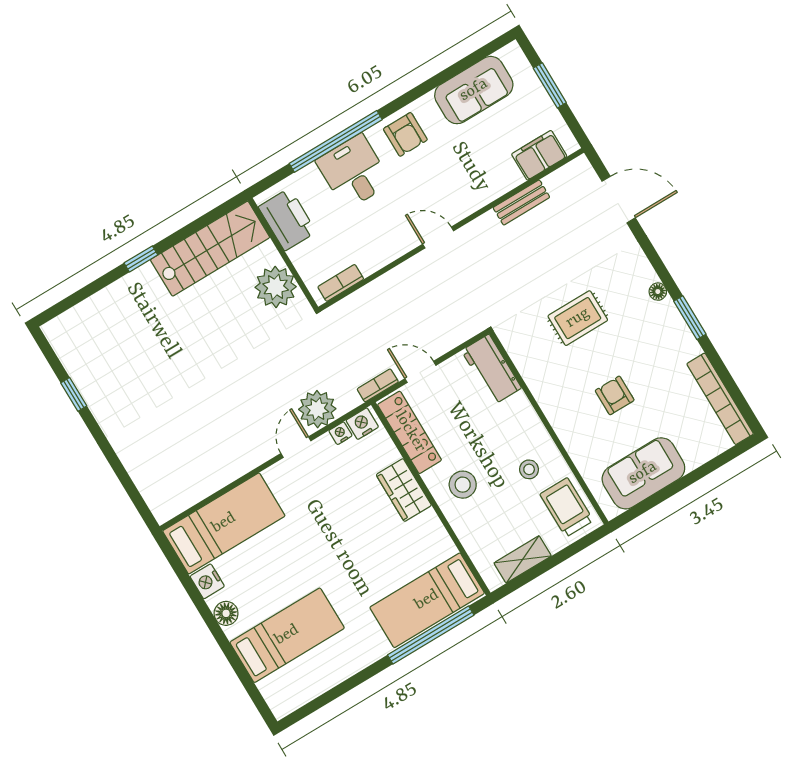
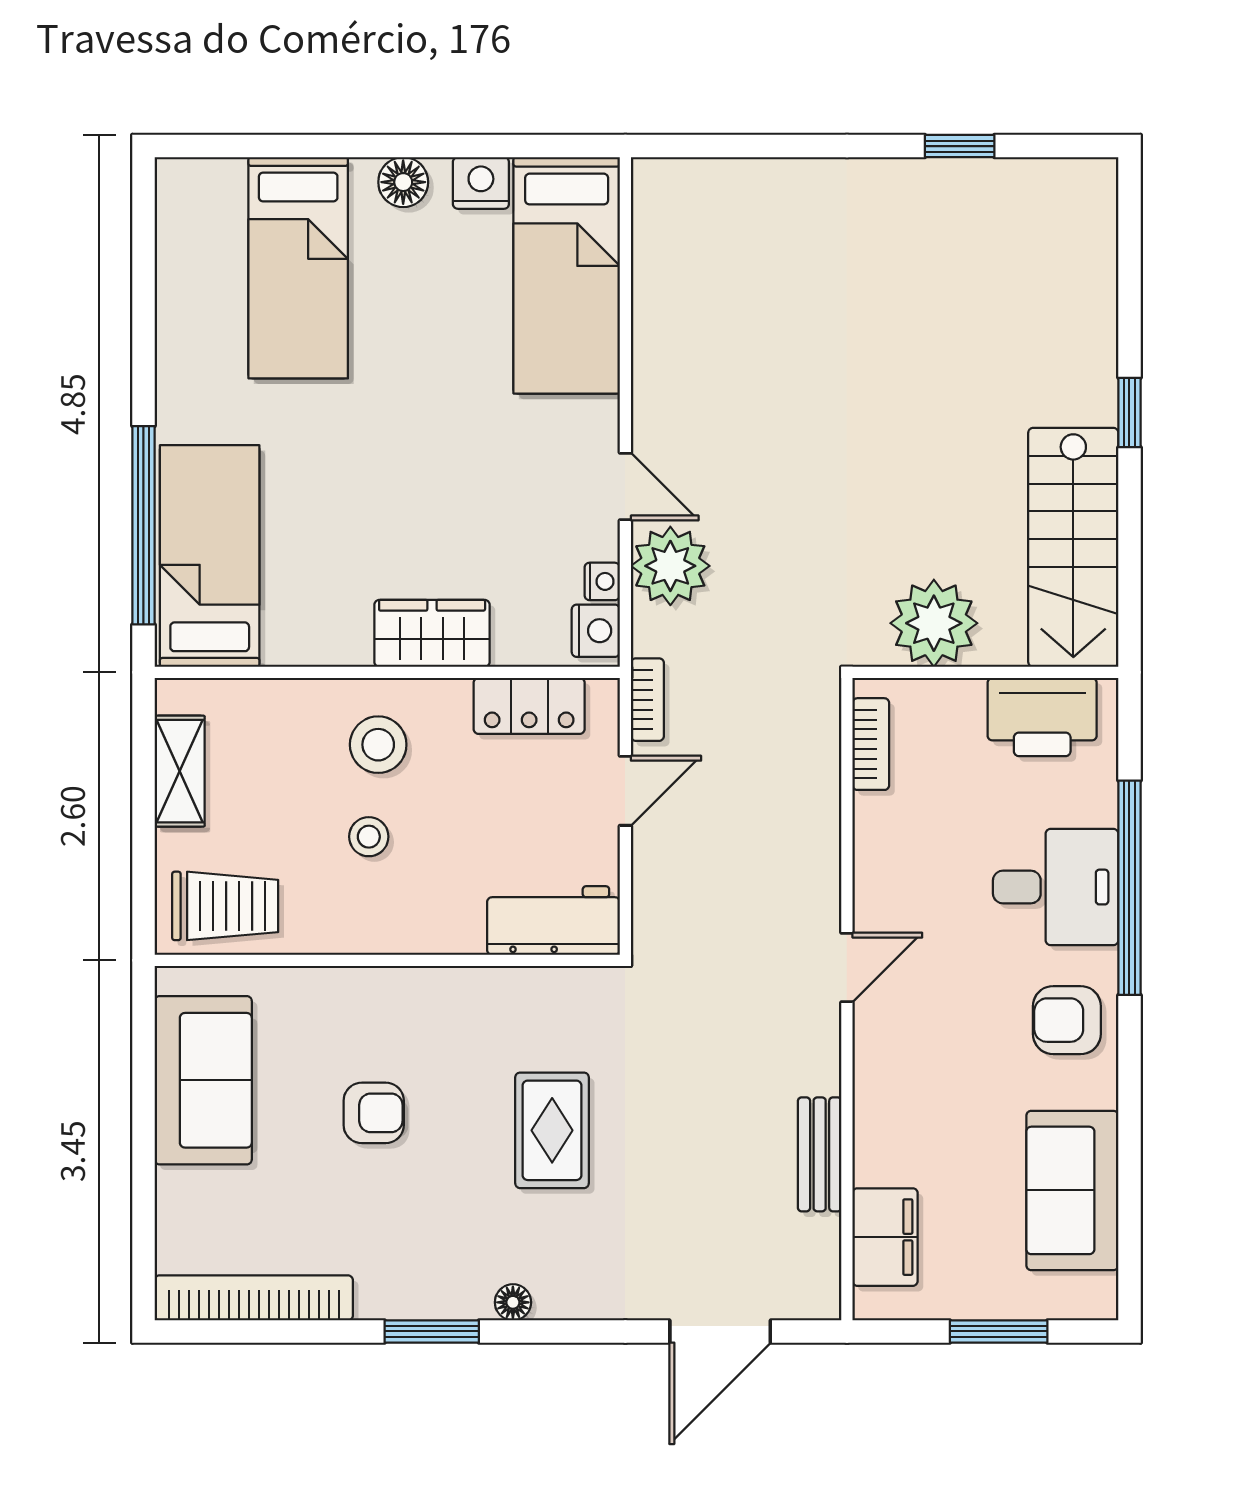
locker: (410, 432) -> (529, 706), width x0.66
stool: (529, 469) -> (369, 837), moved

